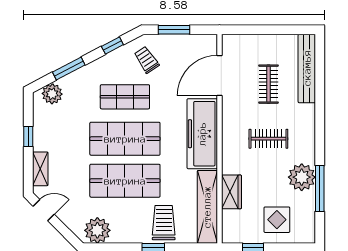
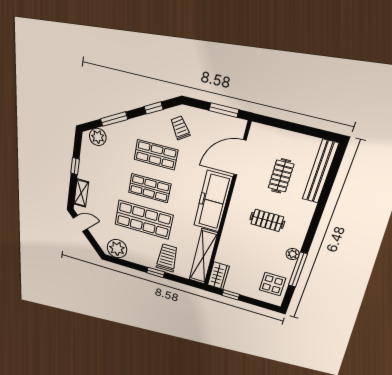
window: (174, 30) -> (224, 110), moved
shop shelf: (125, 139) -> (150, 188), width x0.70, depth x0.74
plant: (302, 177) -> (293, 254), width x0.53, depth x0.53
wardrobe: (231, 192) -> (218, 276), moved
display table: (277, 220) -> (272, 284), moved

